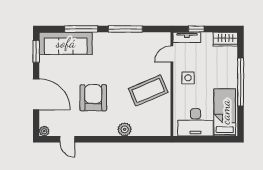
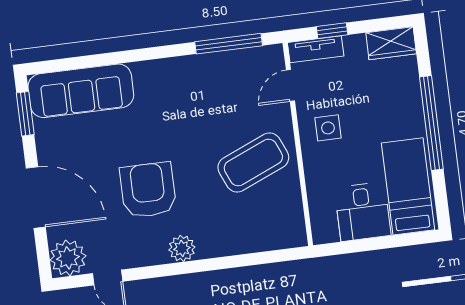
window: (81, 29) -> (107, 59), removed
window: (125, 29) -> (229, 44), moved
desk: (195, 122) -> (363, 212), width x0.73
plant: (125, 129) -> (182, 248), moved
plant: (44, 131) -> (68, 258), width x1.87, depth x1.87

